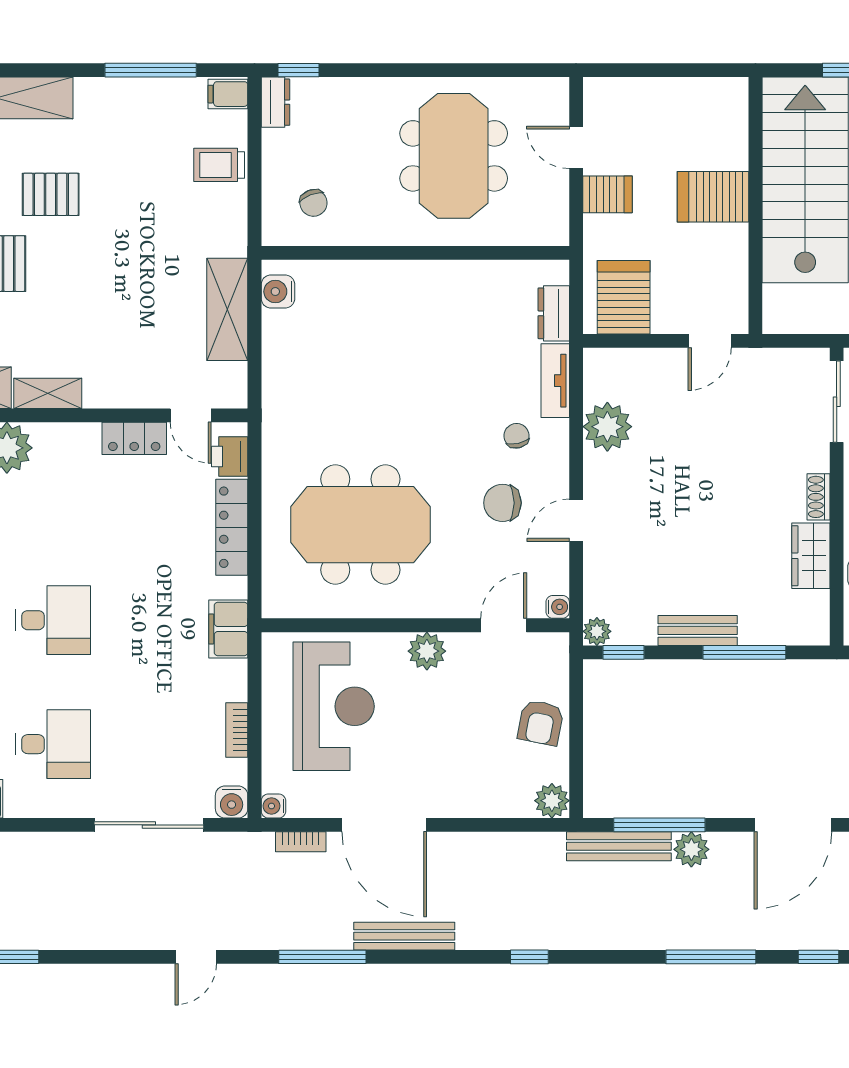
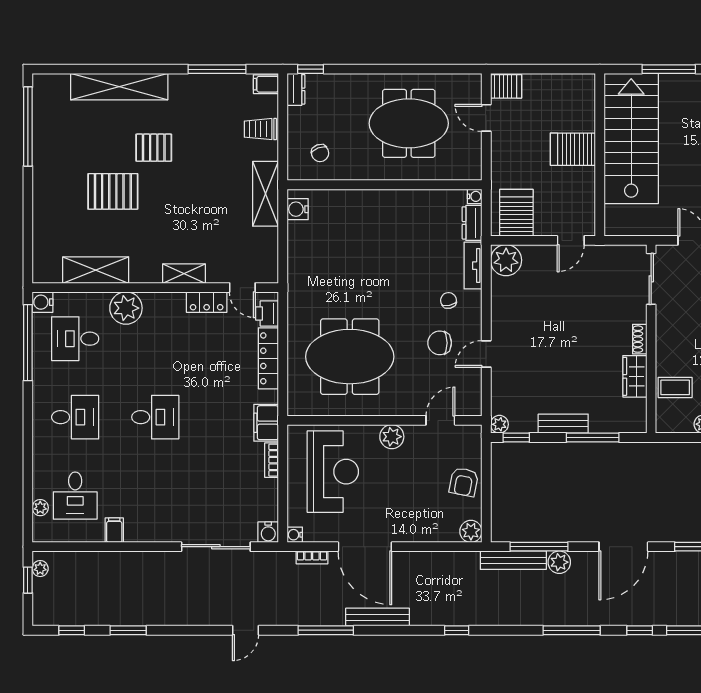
meeting table: (454, 156) -> (409, 123), turned 90
server rack: (607, 194) -> (506, 86), moved
shelving: (227, 309) -> (265, 194), moved
shelving: (48, 393) -> (184, 274), moved
plant: (607, 427) -> (506, 260), moved
water cooler: (558, 607) -> (475, 196), moved
bookcase: (237, 730) -> (272, 460), moved
desk: (53, 744) -> (155, 496), removed

